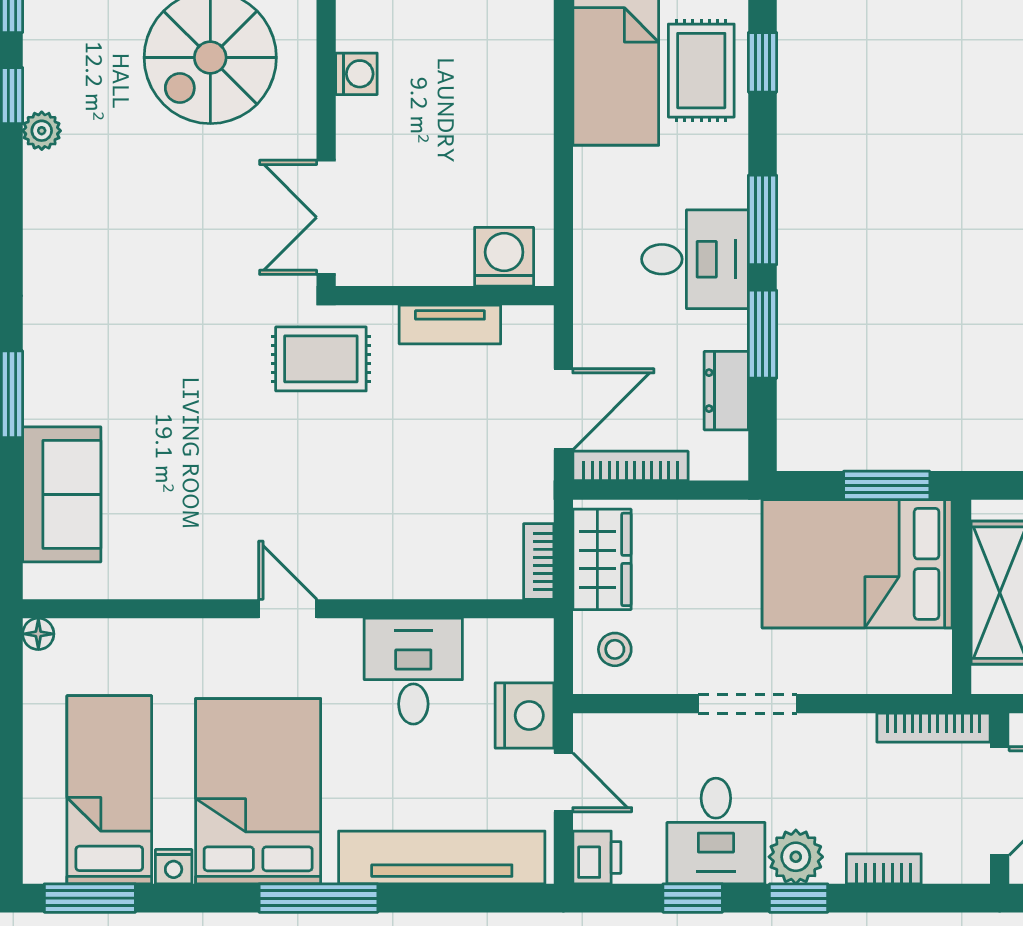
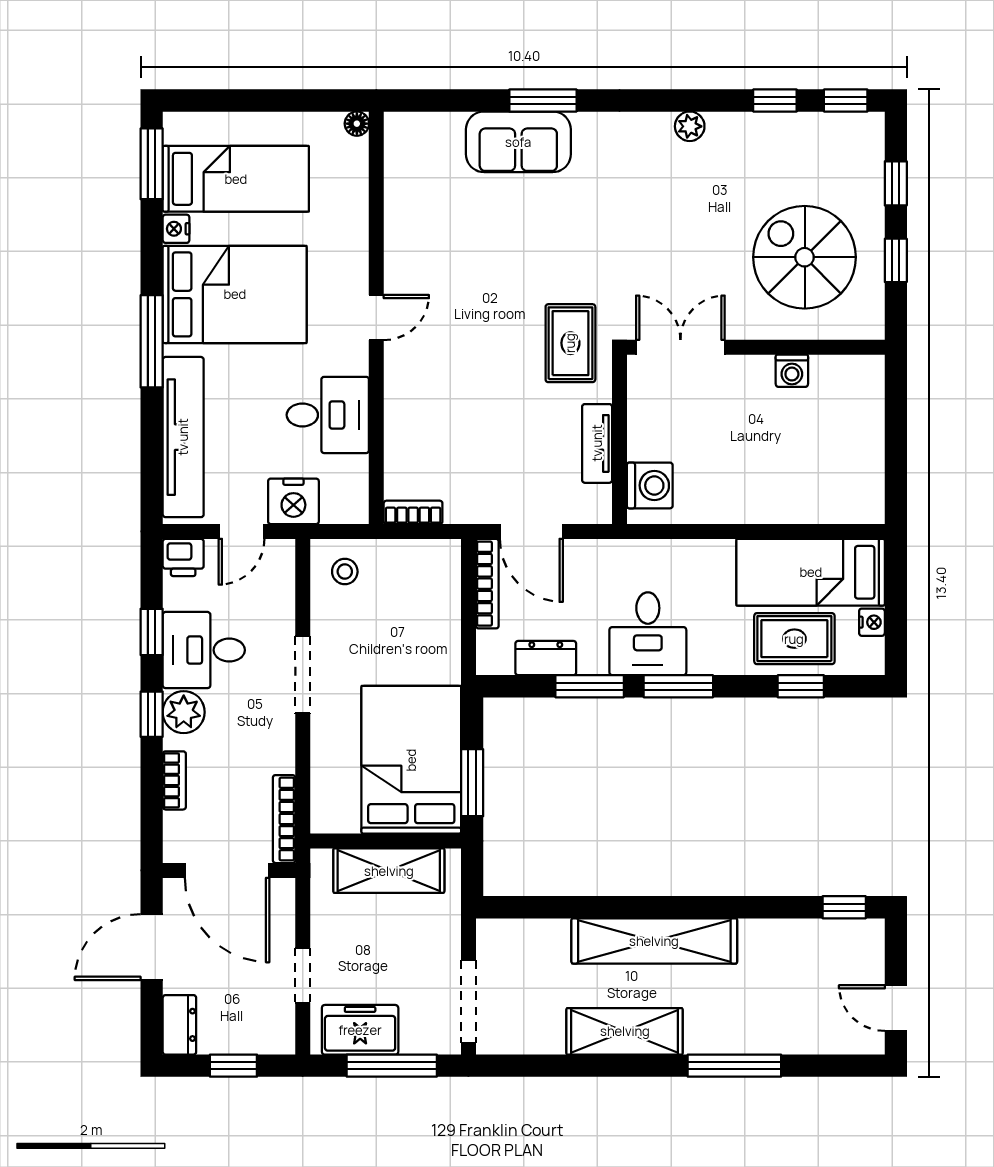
plant: (42, 131) -> (690, 126), moved
sofa: (62, 494) -> (518, 142), moved
wardrobe: (602, 559) -> (415, 561), removed

